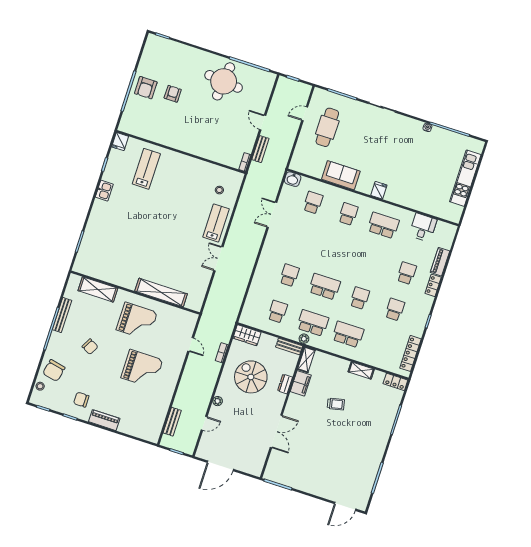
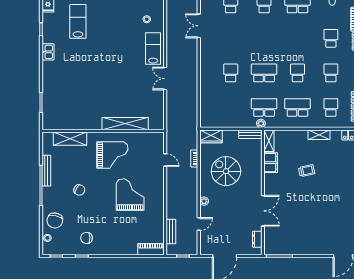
school desk: (278, 312) -> (331, 107), moved
grand piano: (142, 369) -> (130, 195), turned -90
dresser: (285, 384) -> (257, 239), moved
piano: (104, 420) -> (151, 249), moved

